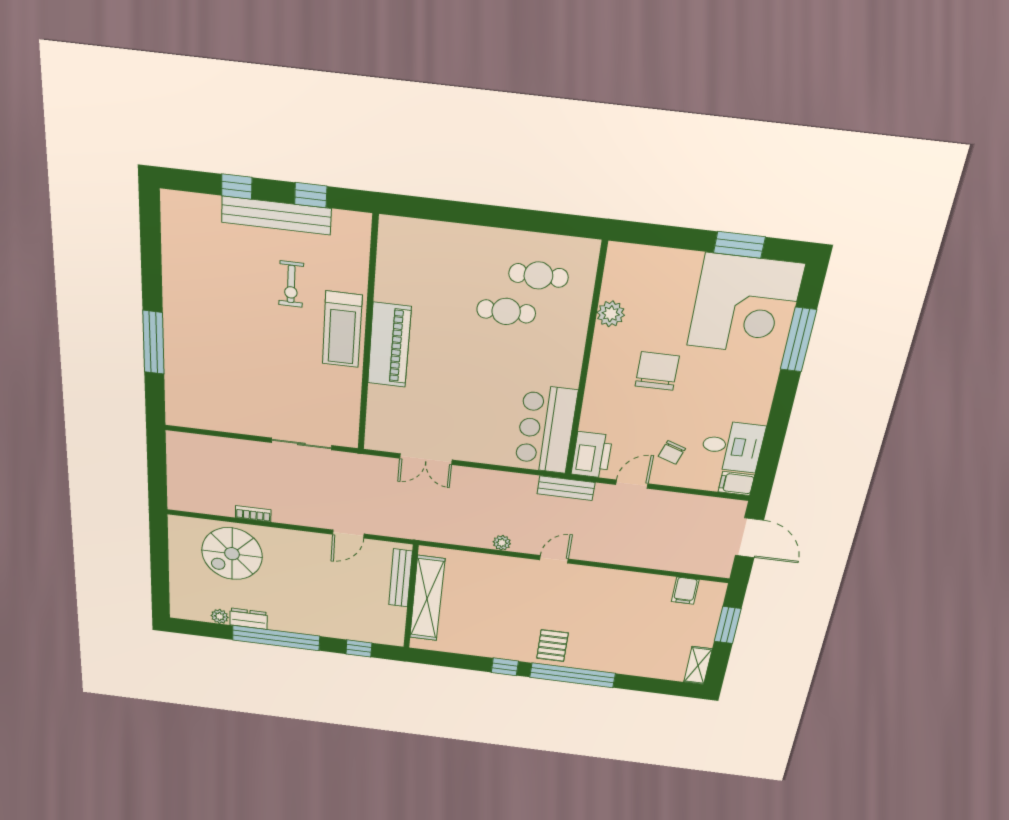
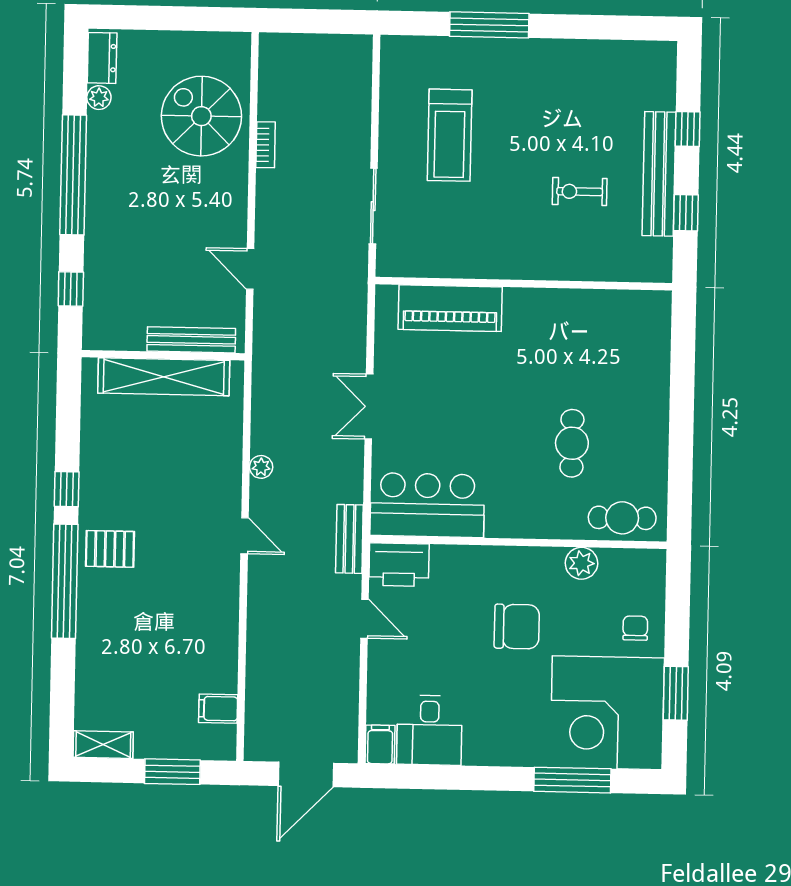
cafe table: (538, 275) -> (622, 518), moved, turned 90
treadmill: (342, 330) -> (450, 135), moved, turned -90
piano: (389, 345) -> (450, 308), moved
chair: (672, 452) -> (635, 628), moved, turned 71
double door: (426, 459) -> (369, 407), moved
dresser: (249, 619) -> (102, 58), moved

